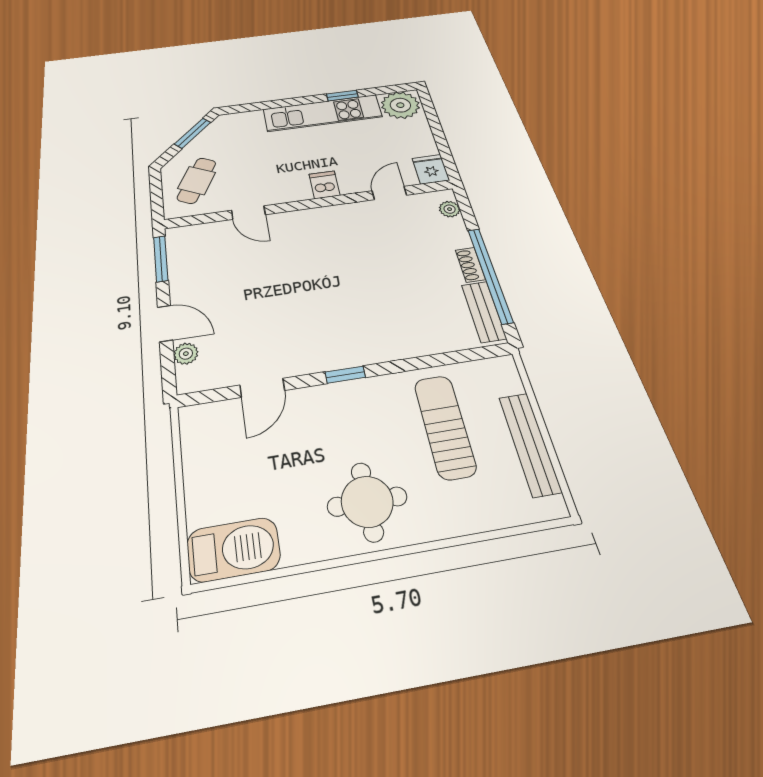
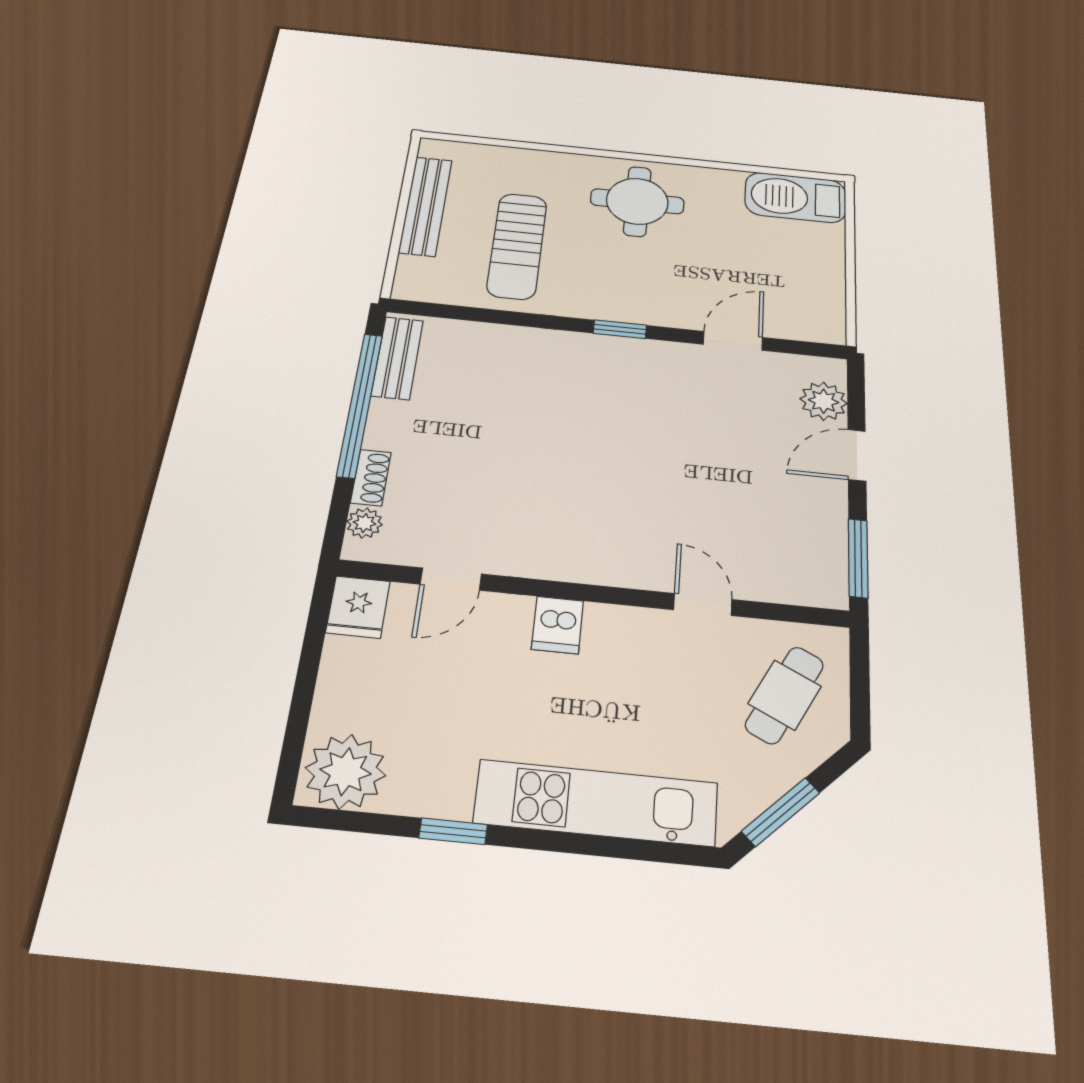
kitchen unit: (322, 113) -> (596, 803), moved
shoe rack: (470, 265) -> (371, 478), moved
door: (165, 323) -> (857, 455), hinge flipped
plant: (186, 354) -> (824, 401), width x1.38, depth x1.38

